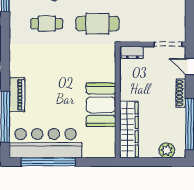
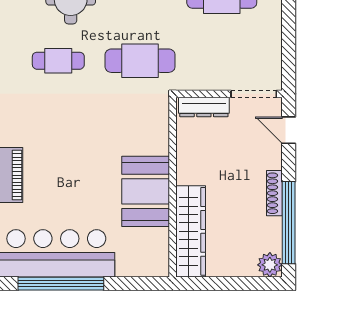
dresser: (132, 52) -> (204, 107), width x1.44
shoe rack: (181, 93) -> (274, 193), moved
plant: (167, 150) -> (270, 265), moved

